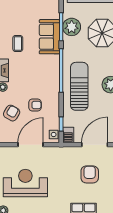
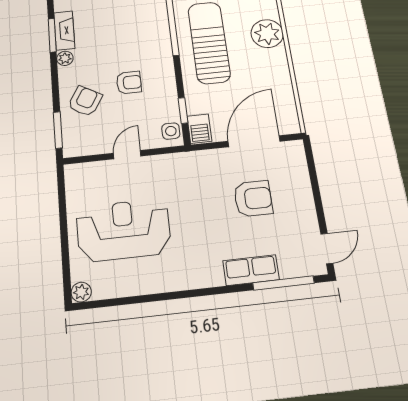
door: (31, 145) -> (127, 155), width x0.53
armchair: (90, 174) -> (253, 199), turned 90

